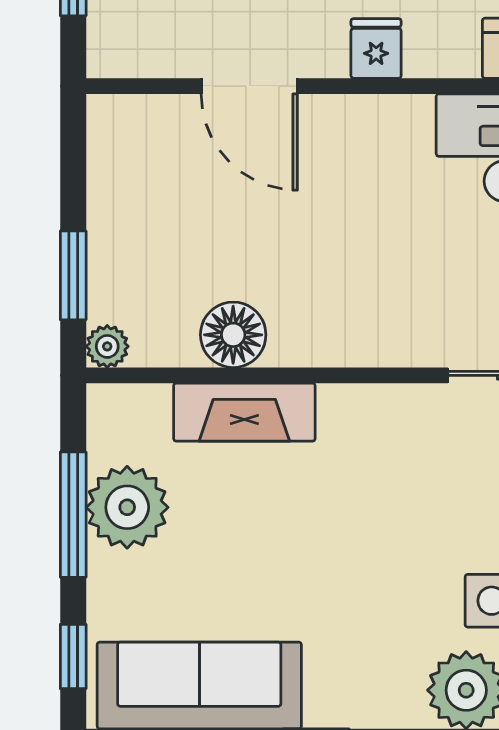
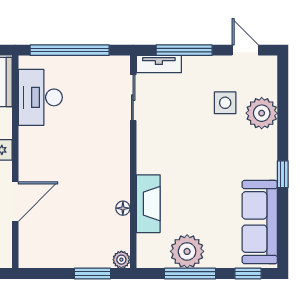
floor lamp: (233, 335) -> (123, 208), width x0.53, depth x0.53

